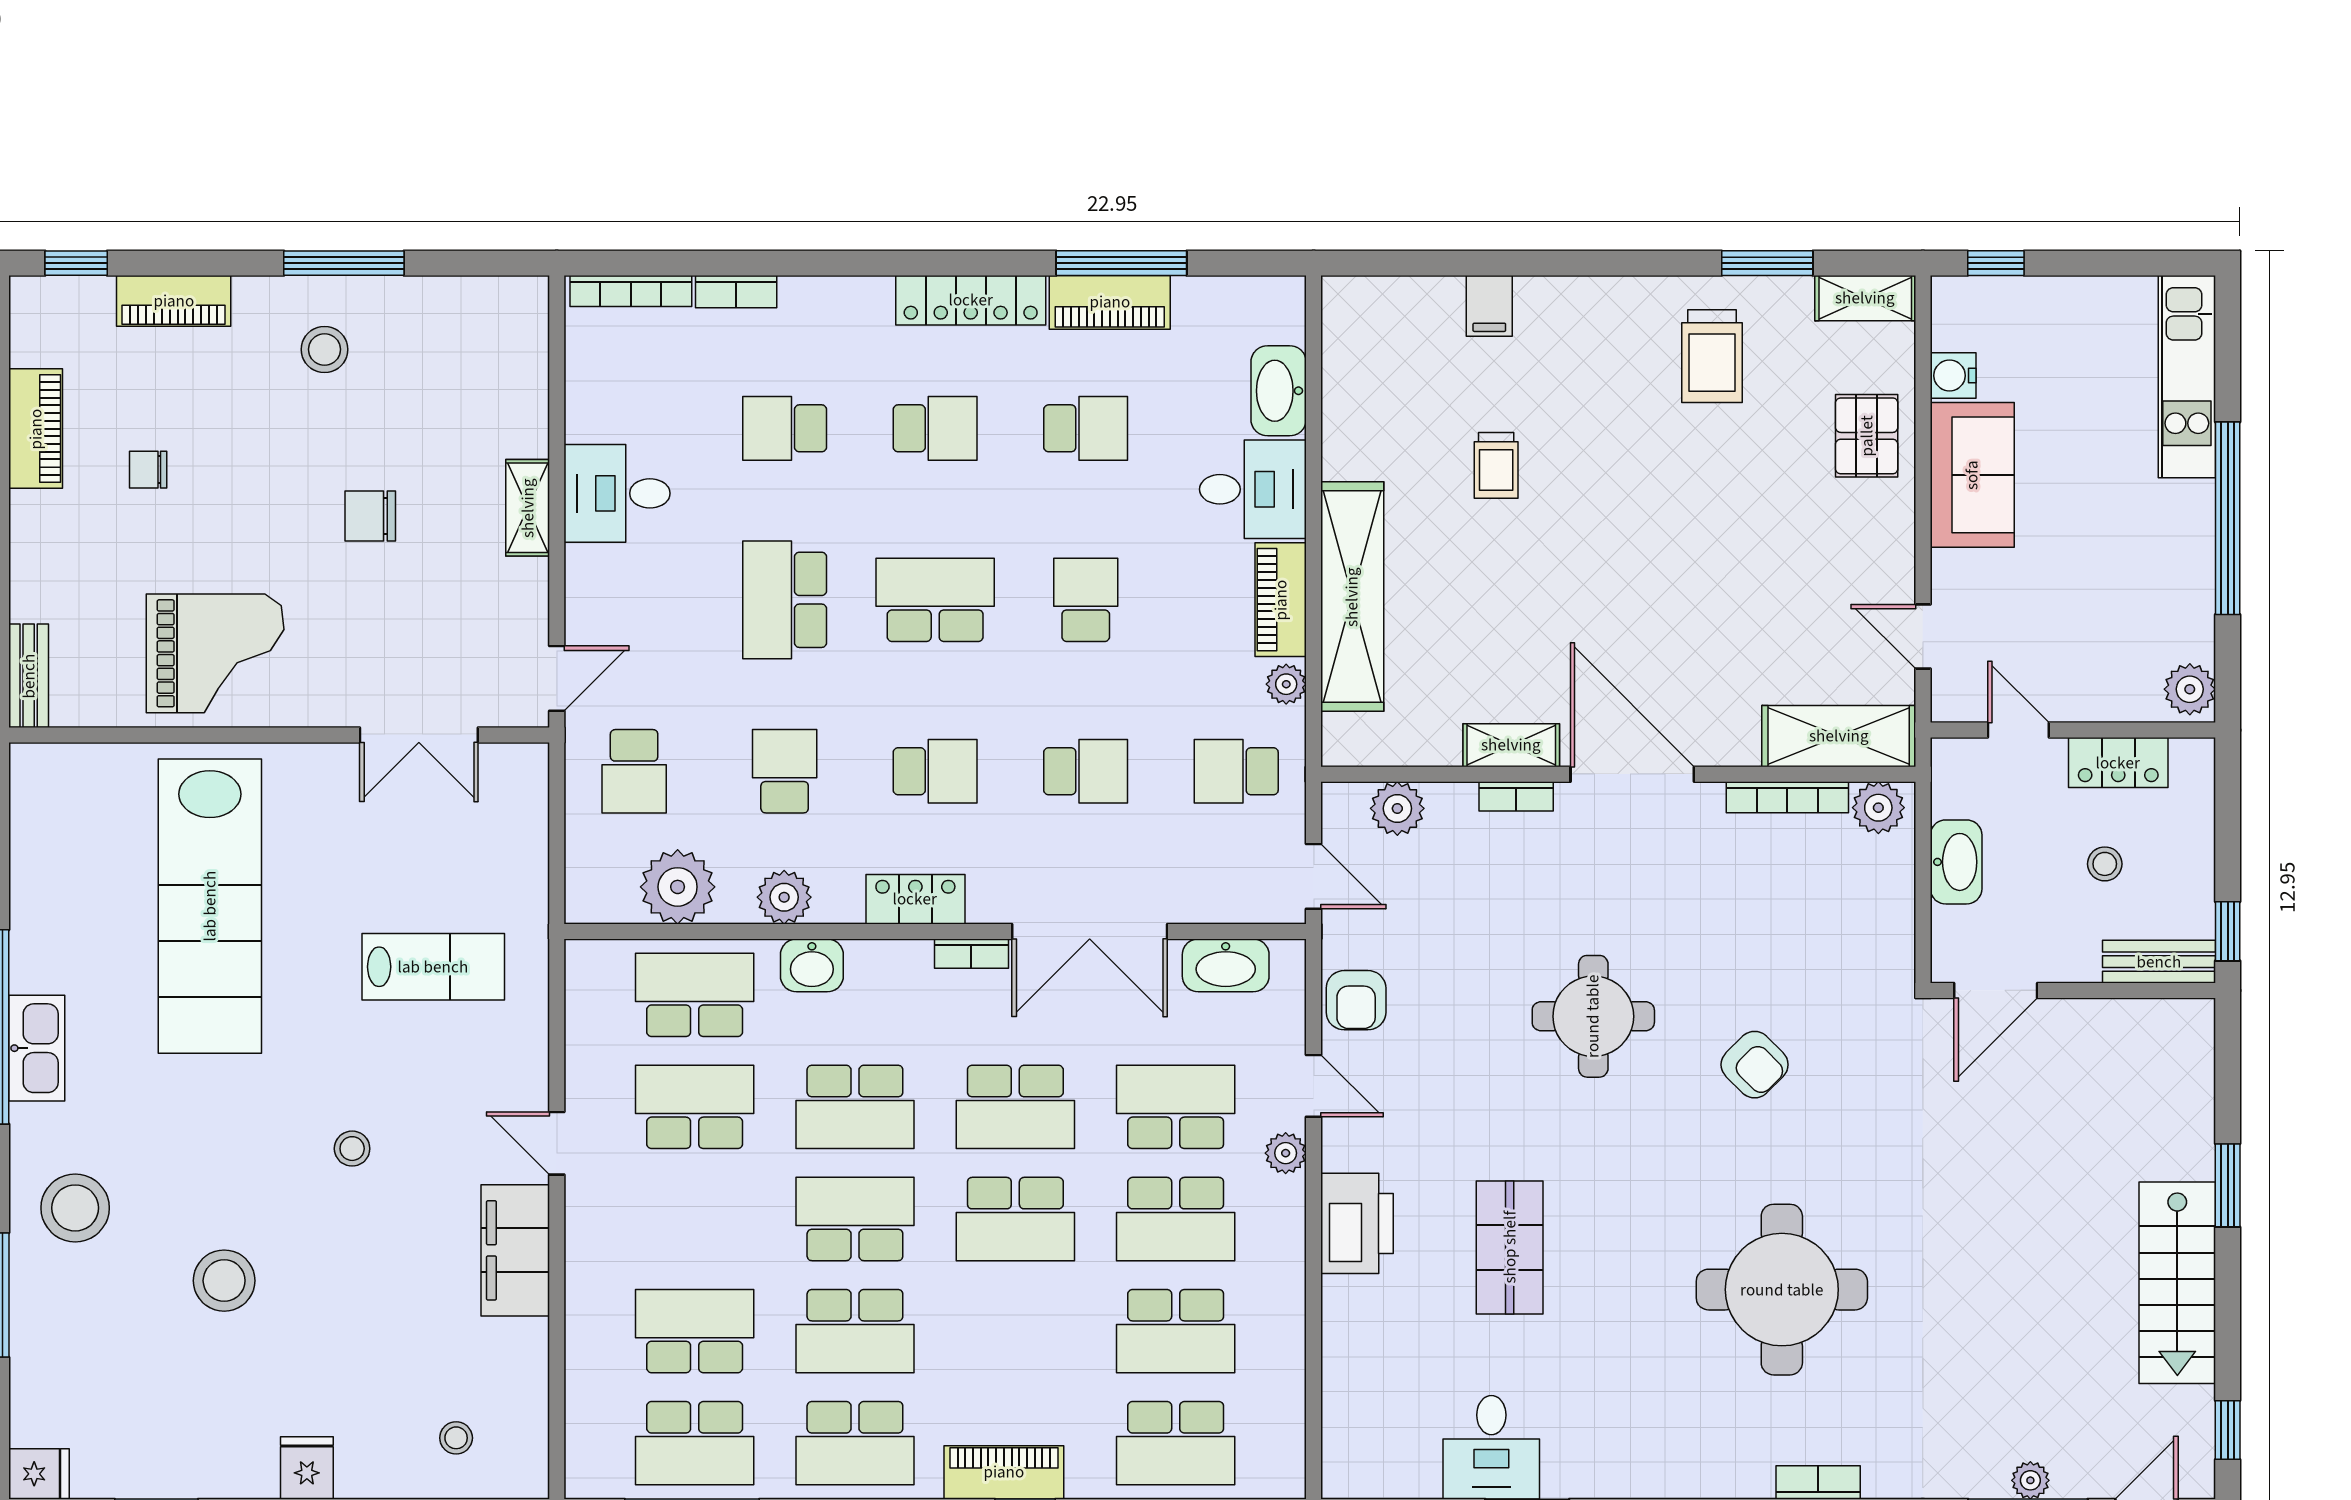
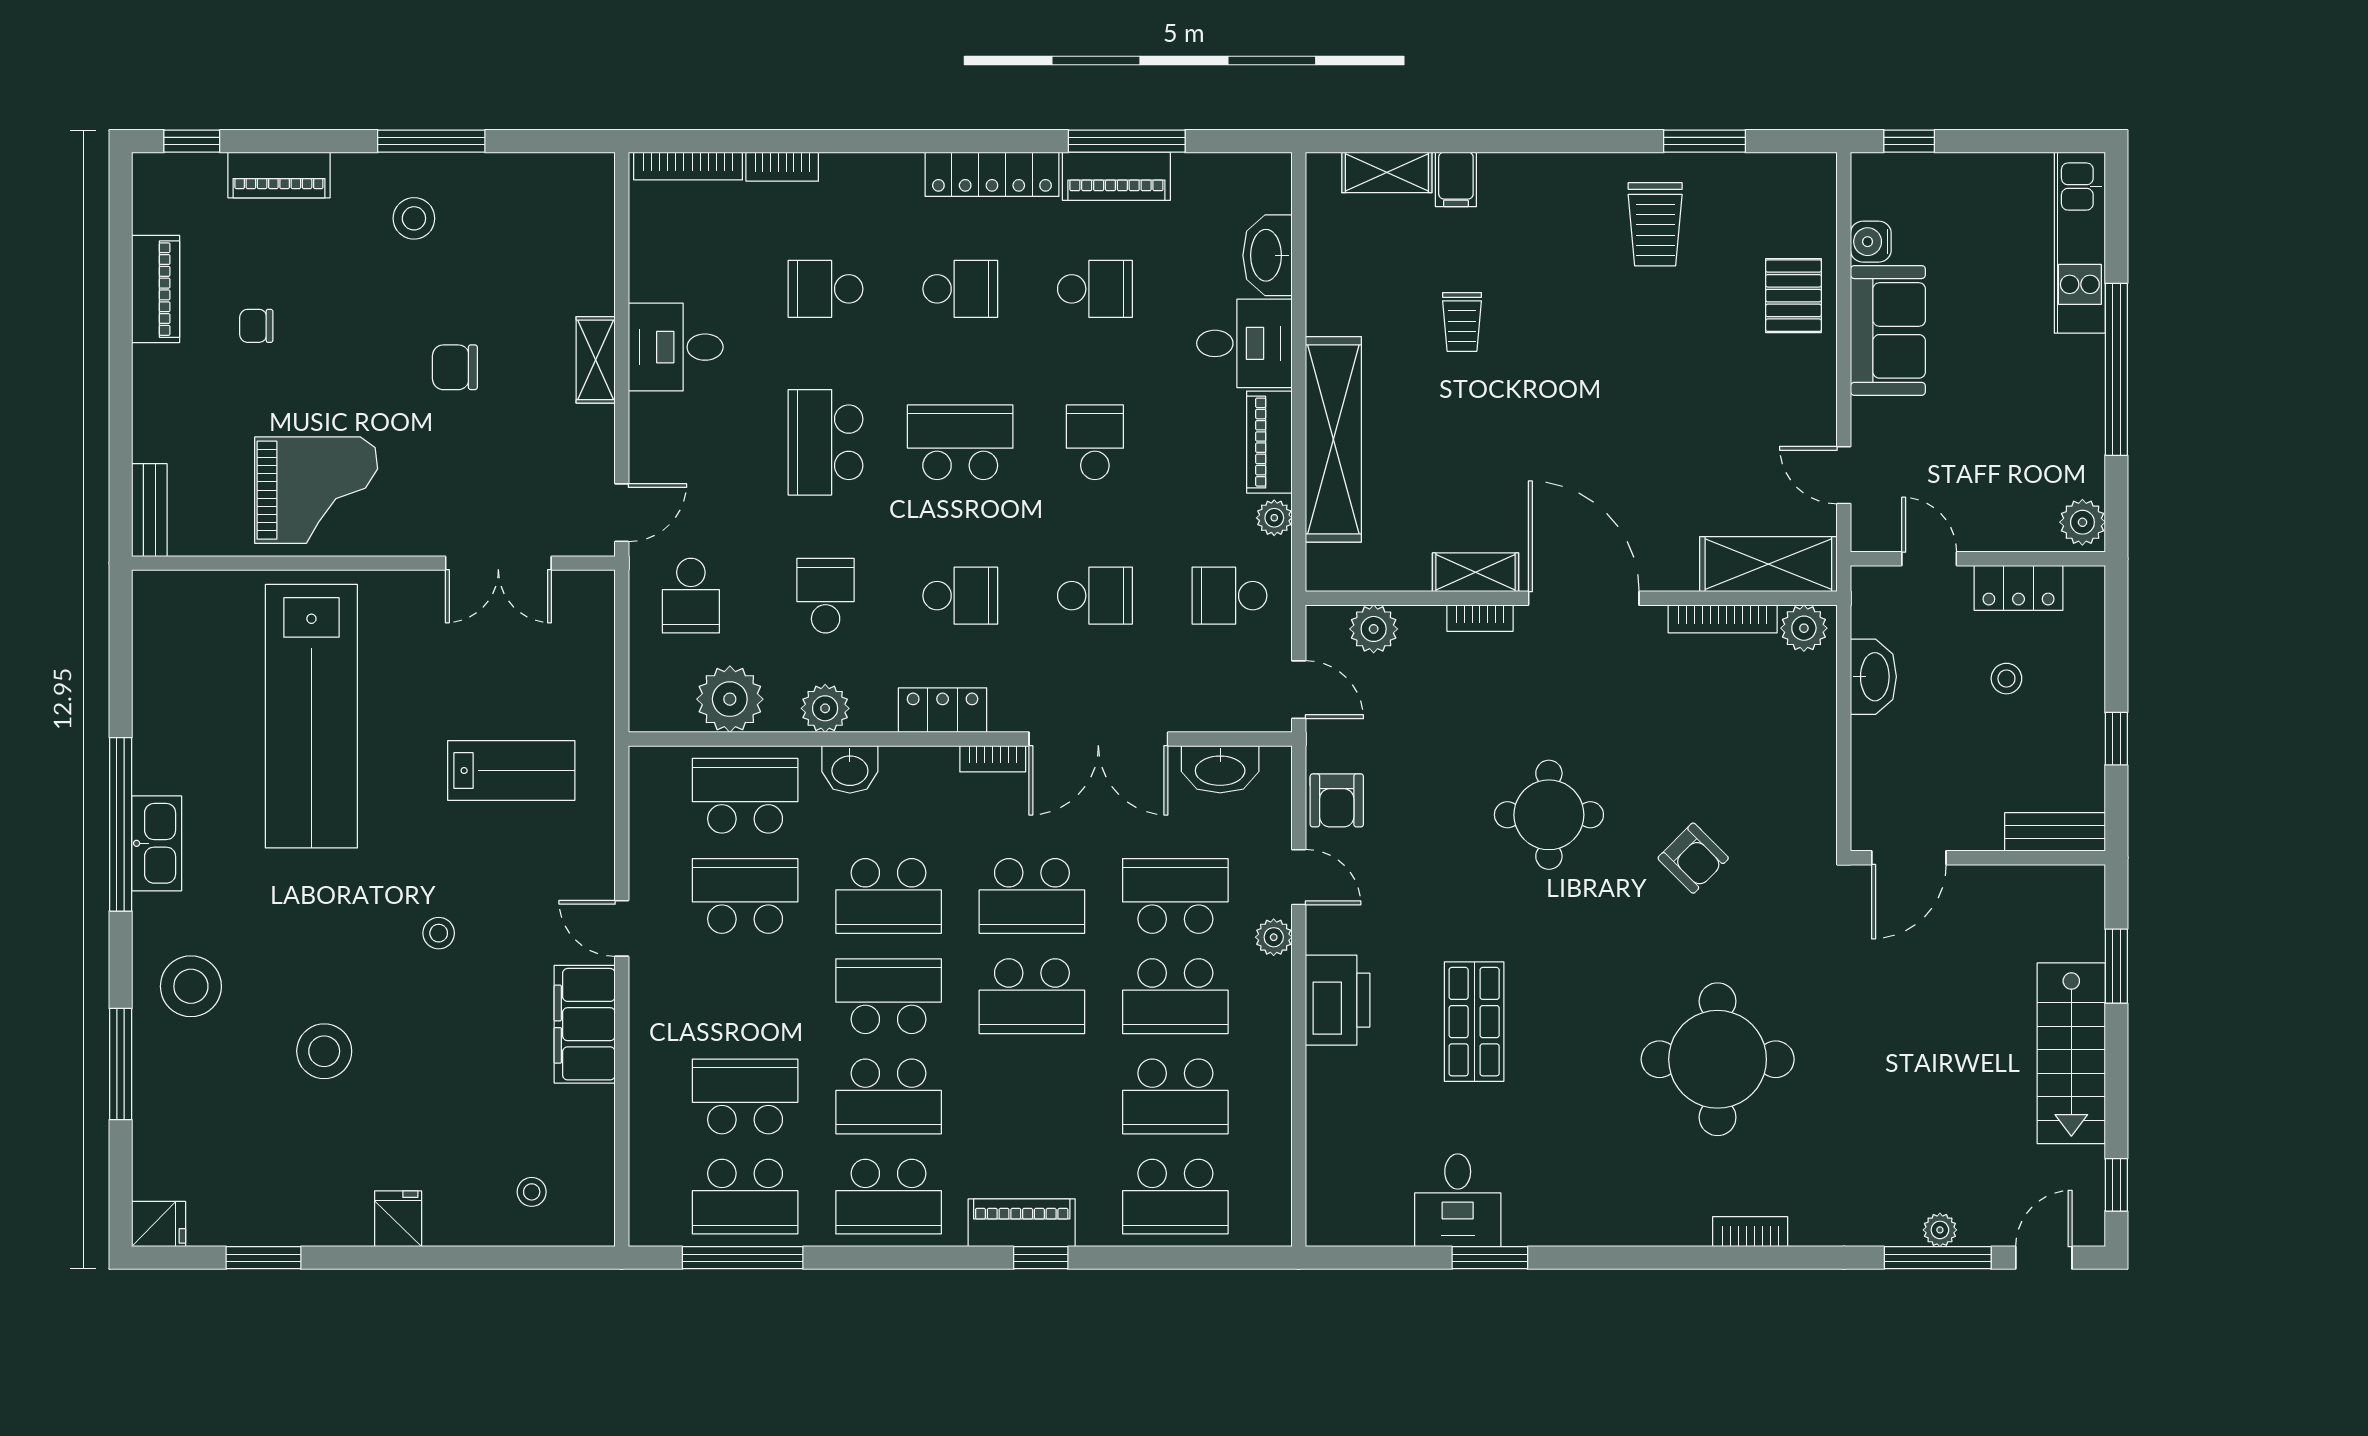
shelving: (1865, 298) -> (1387, 172), moved
bench: (2159, 962) -> (2055, 832), moved
door: (1996, 990) -> (1909, 858), moved
wall: (2073, 990) -> (1978, 858), moved

